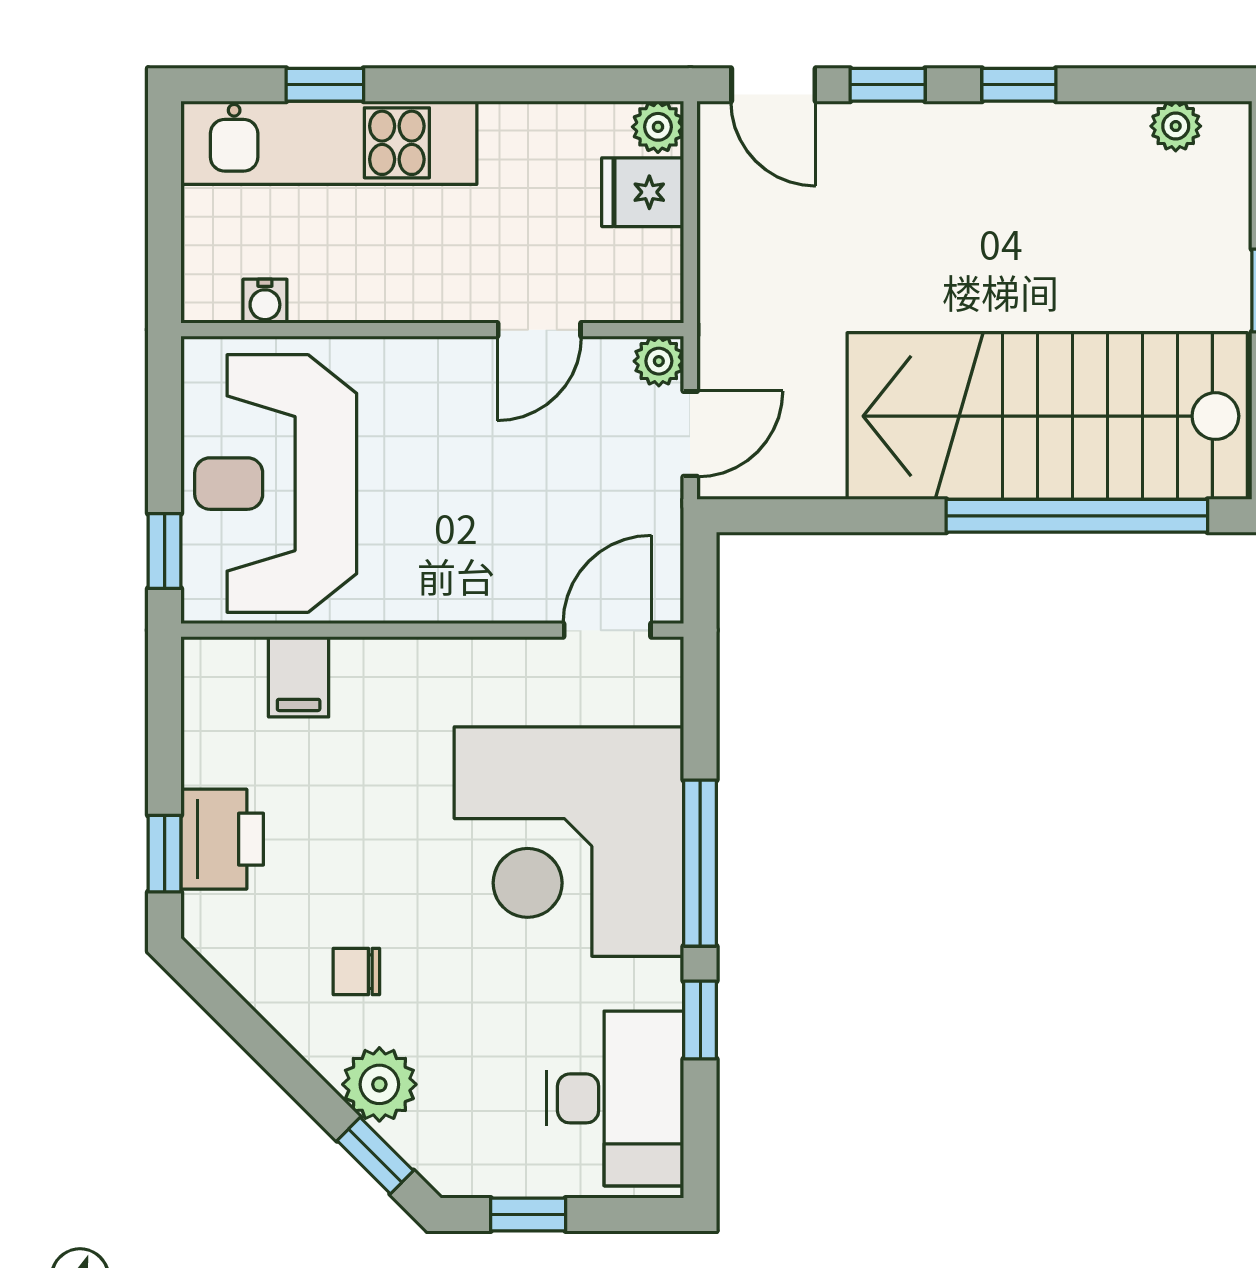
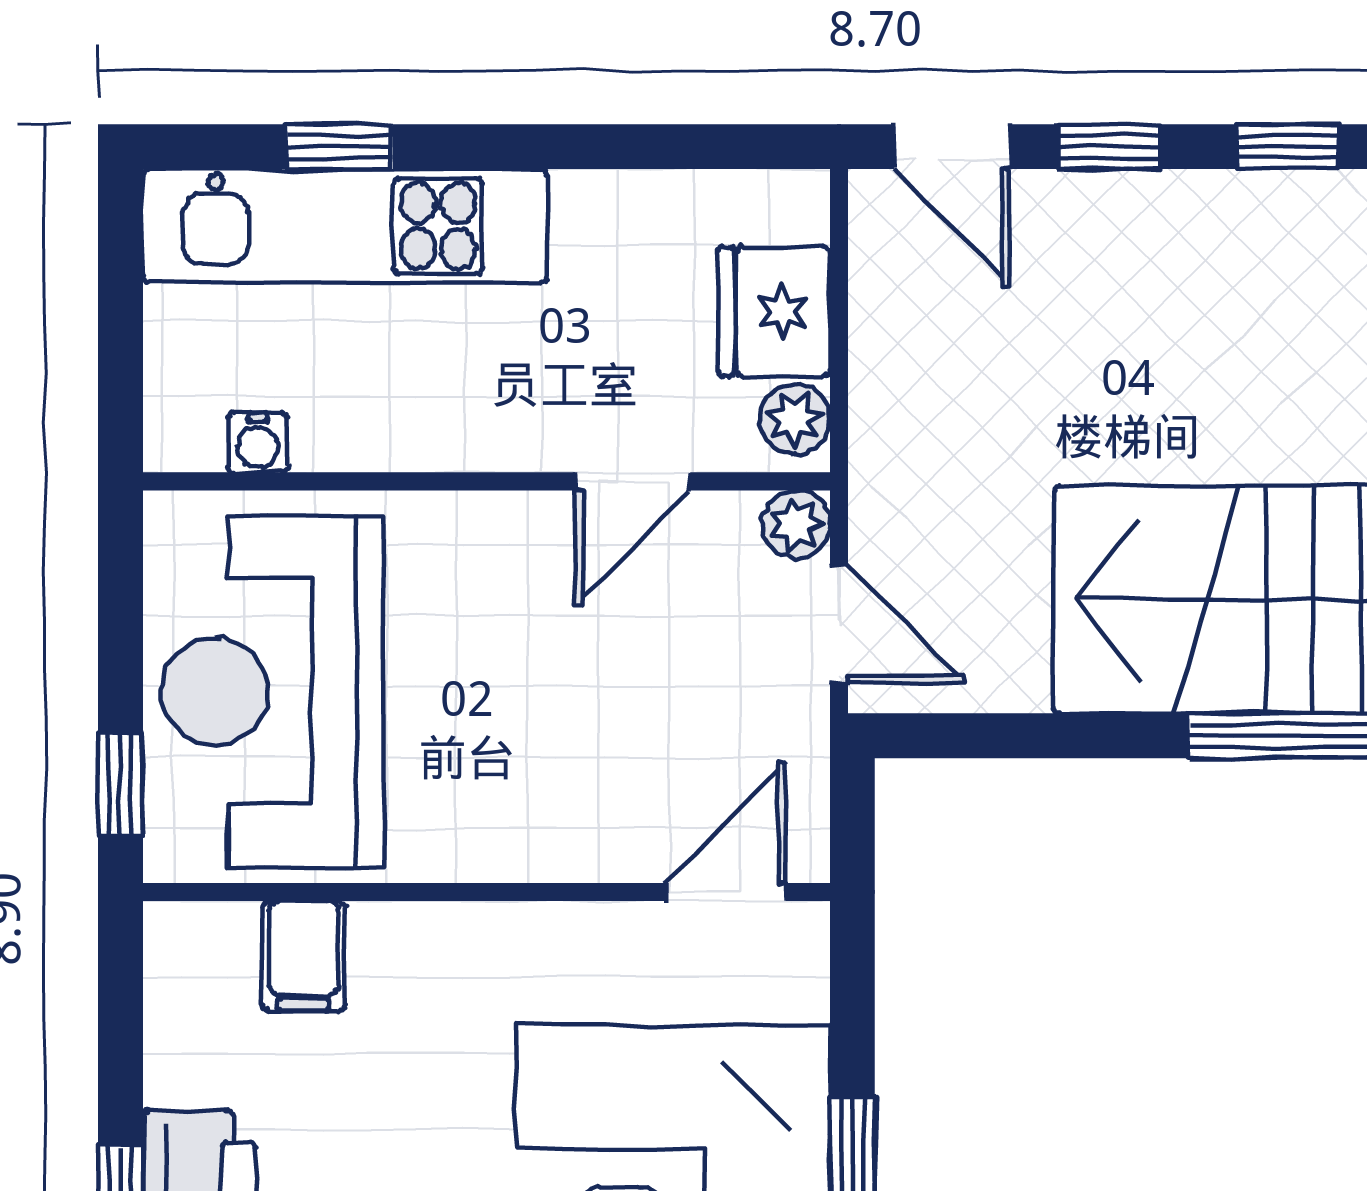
plant: (658, 127) -> (795, 419), moved
fridge: (643, 192) -> (774, 312), width x1.38
door: (690, 434) -> (839, 624), hinge flipped

